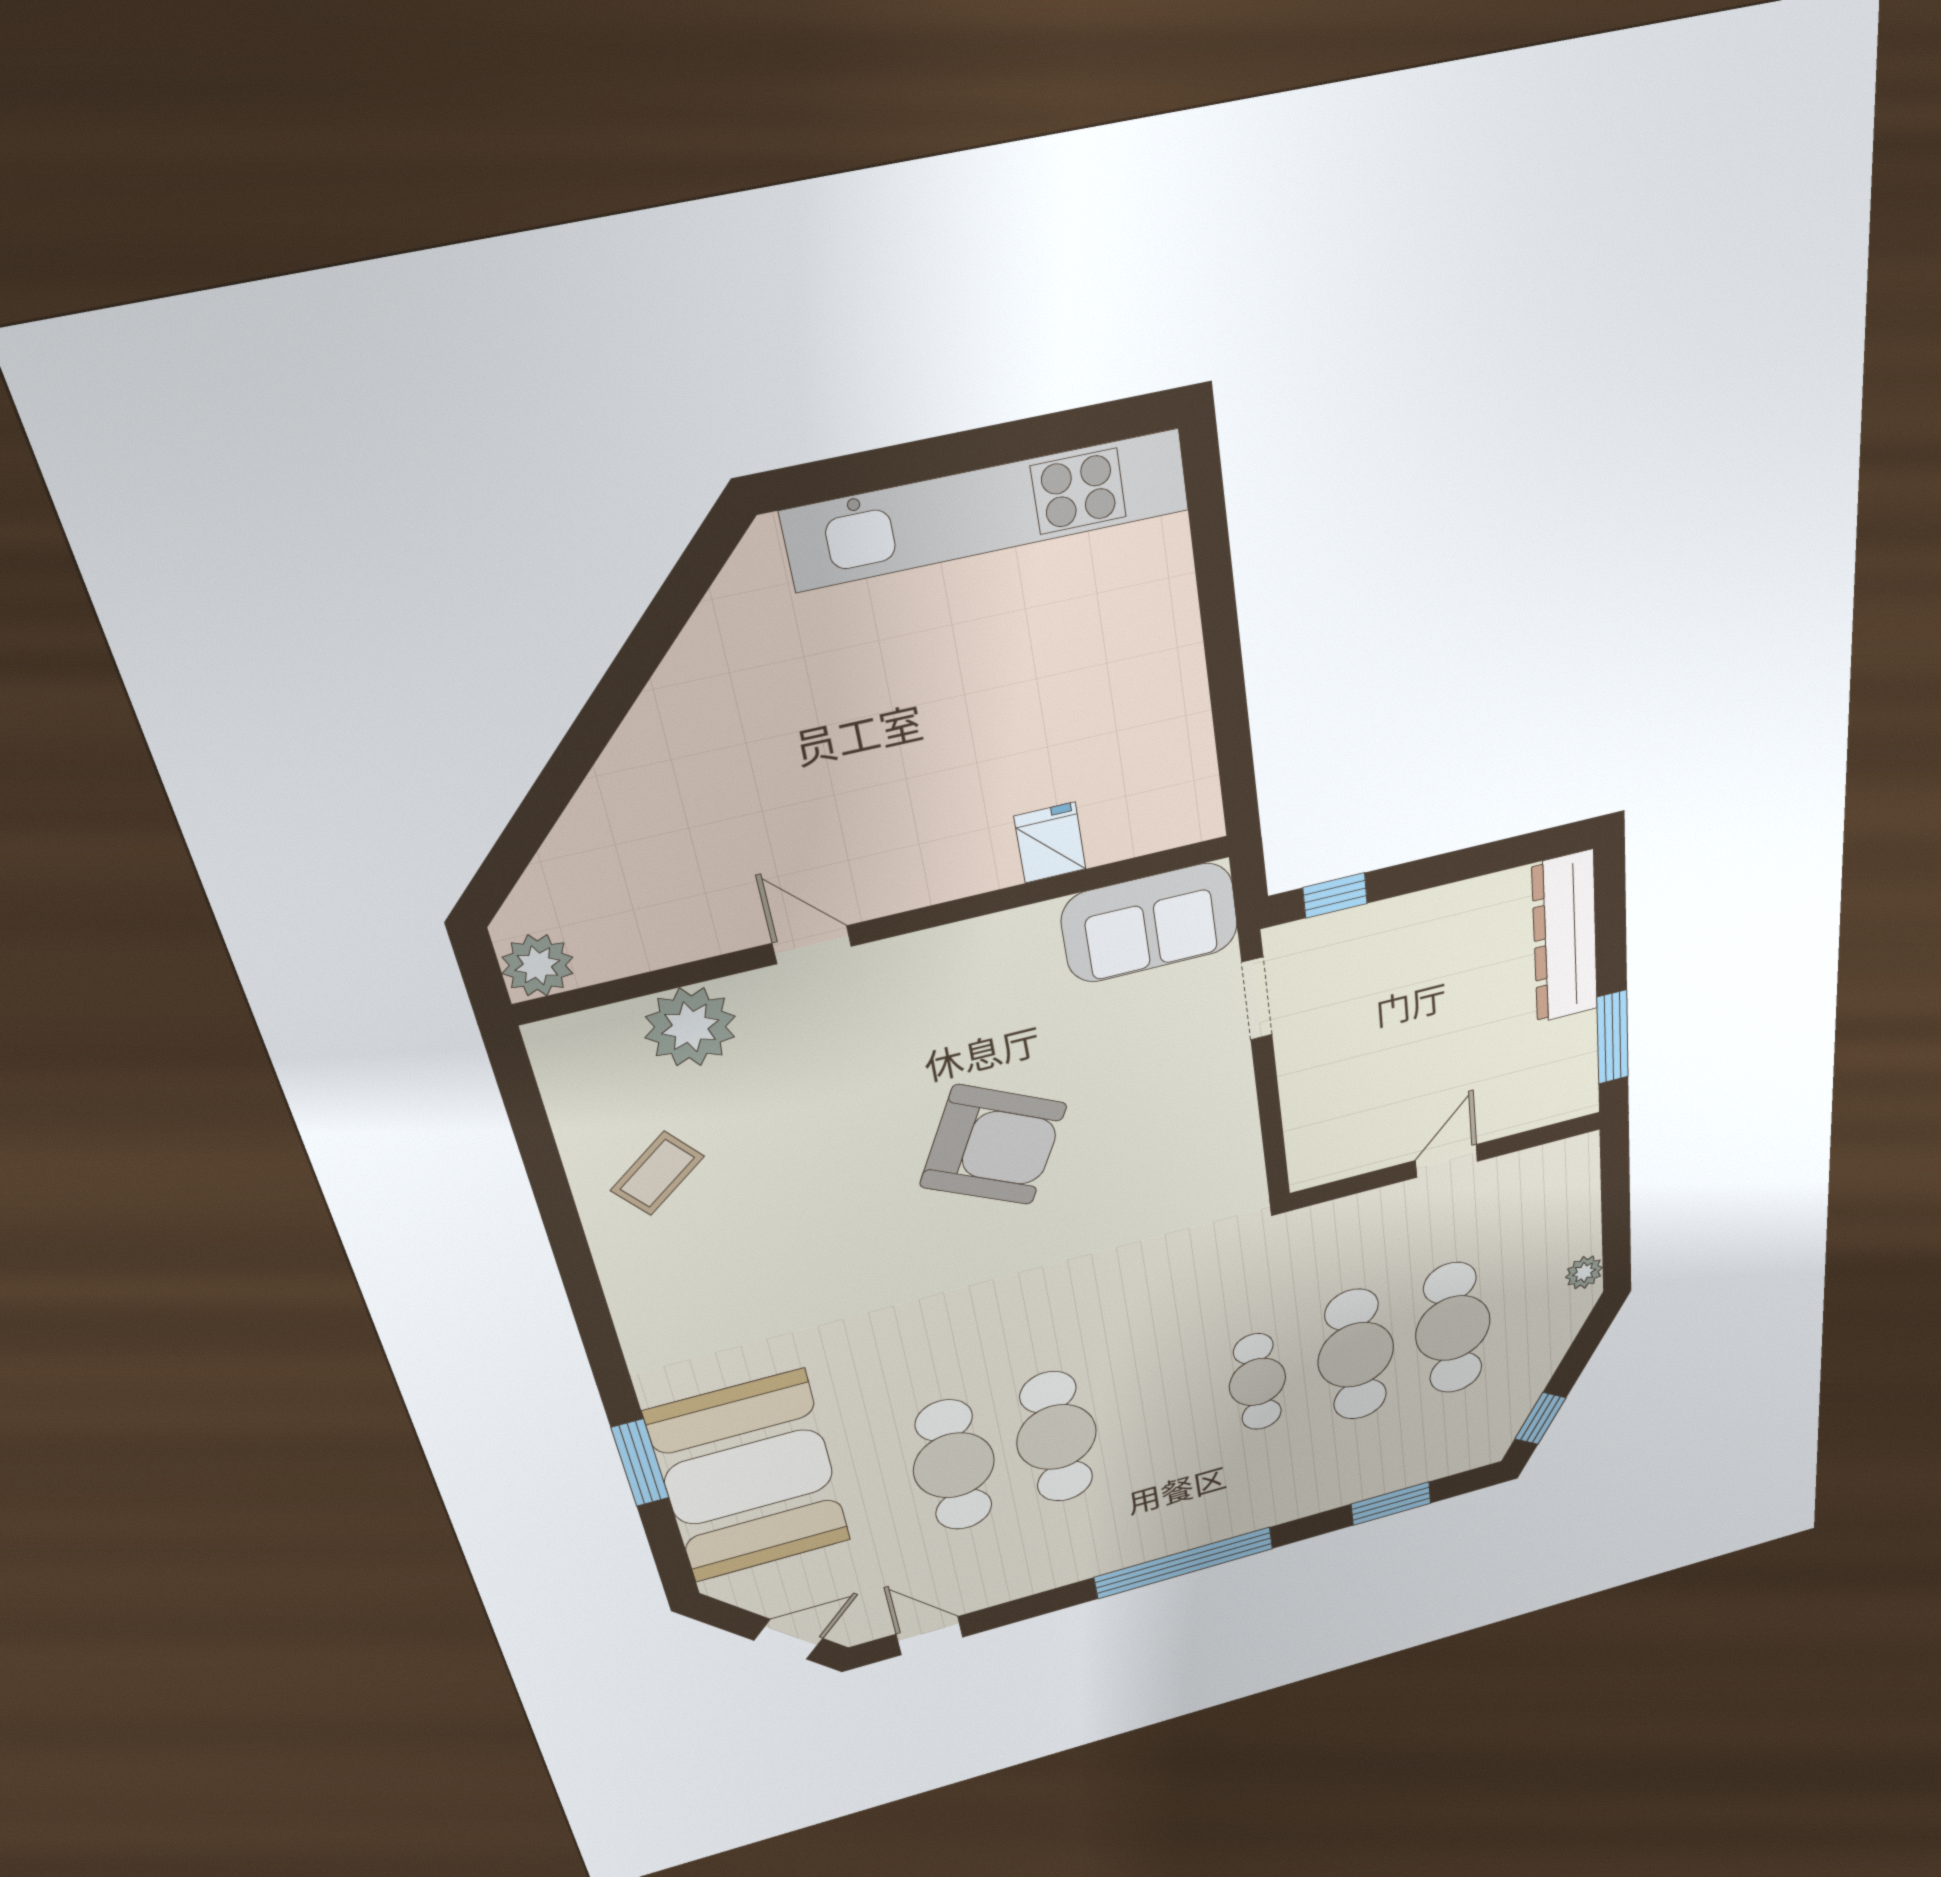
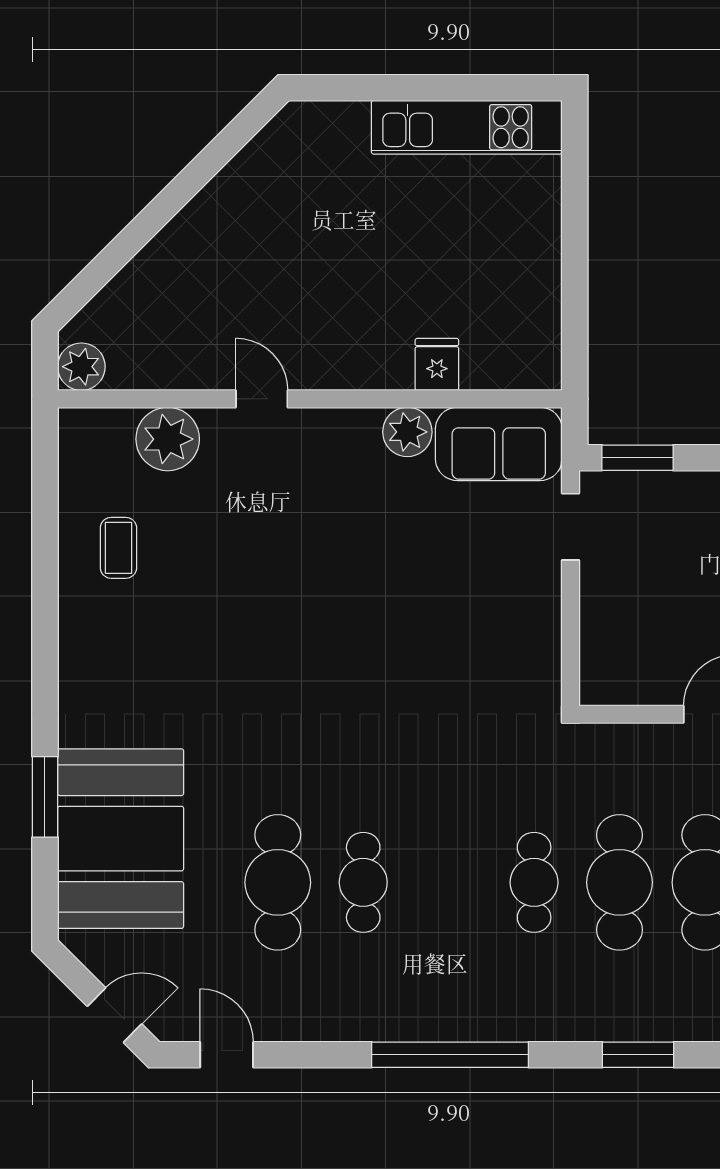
kitchen unit: (988, 510) -> (467, 127), width x0.73
window: (1335, 895) -> (638, 458), width x1.50
plant: (1024, 938) -> (407, 432), added
armchair: (993, 1145) -> (358, 595), removed
coffee table: (657, 1173) -> (118, 548), turned -52
cafe table: (1057, 1437) -> (363, 882), width x0.73, depth x0.74

